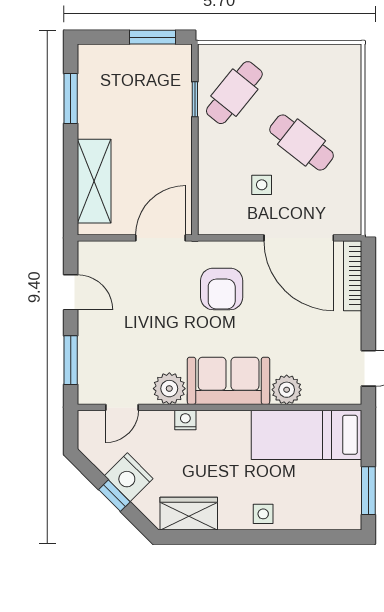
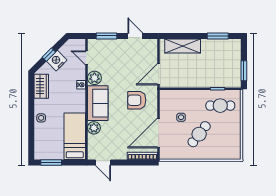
cafe table: (234, 93) -> (220, 106), turned -39
door: (161, 238) -> (159, 74), swing flipped
door: (71, 292) -> (135, 36), swing flipped

